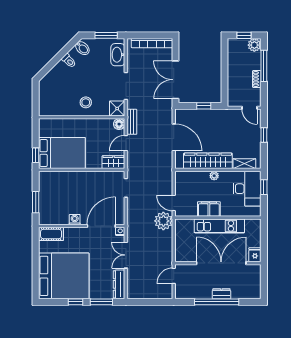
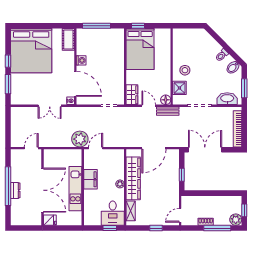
shower: (117, 109) -> (179, 88), moved
desk: (247, 189) -> (113, 213), width x0.73
window: (36, 202) -> (96, 26), width x1.44
double door: (126, 255) -> (50, 106), swing flipped
door: (174, 276) -> (31, 148), hinge flipped
dresser: (119, 284) -> (24, 100), removed

